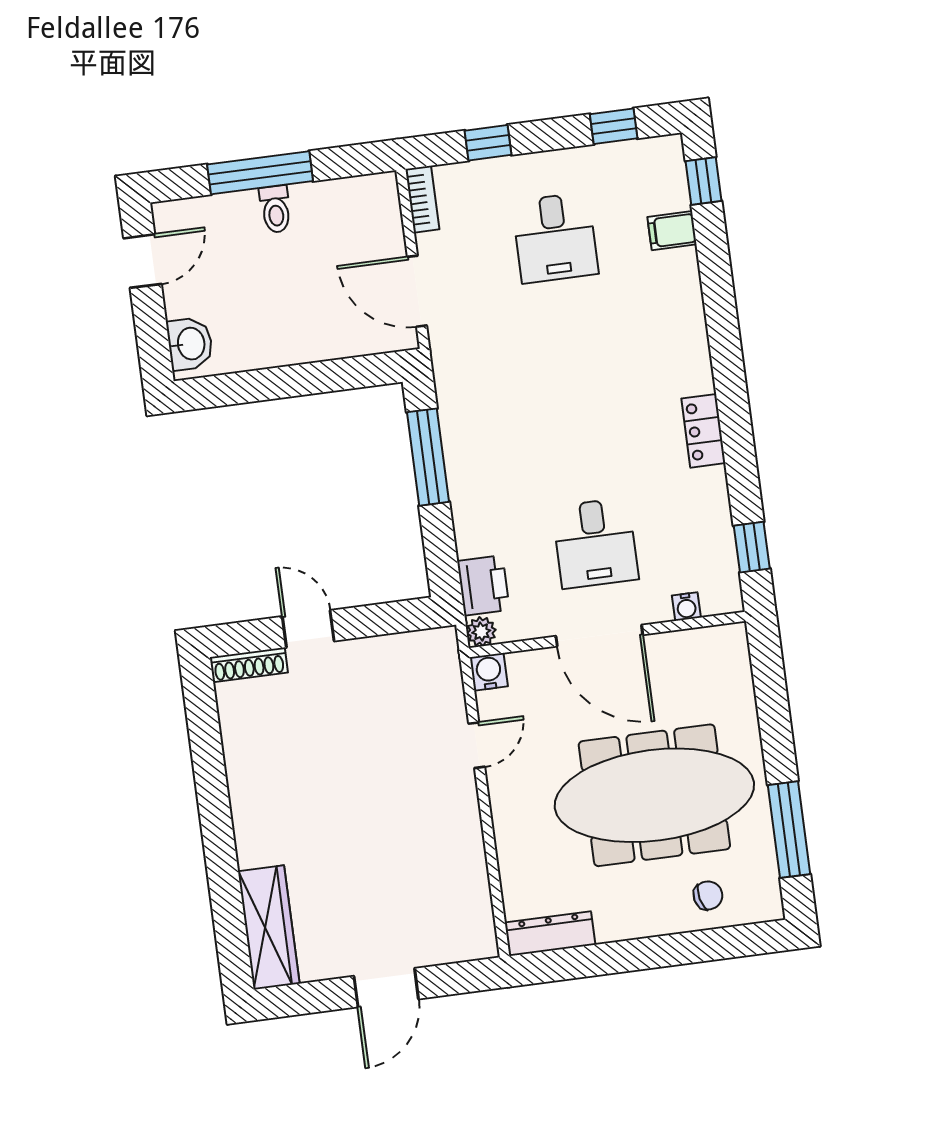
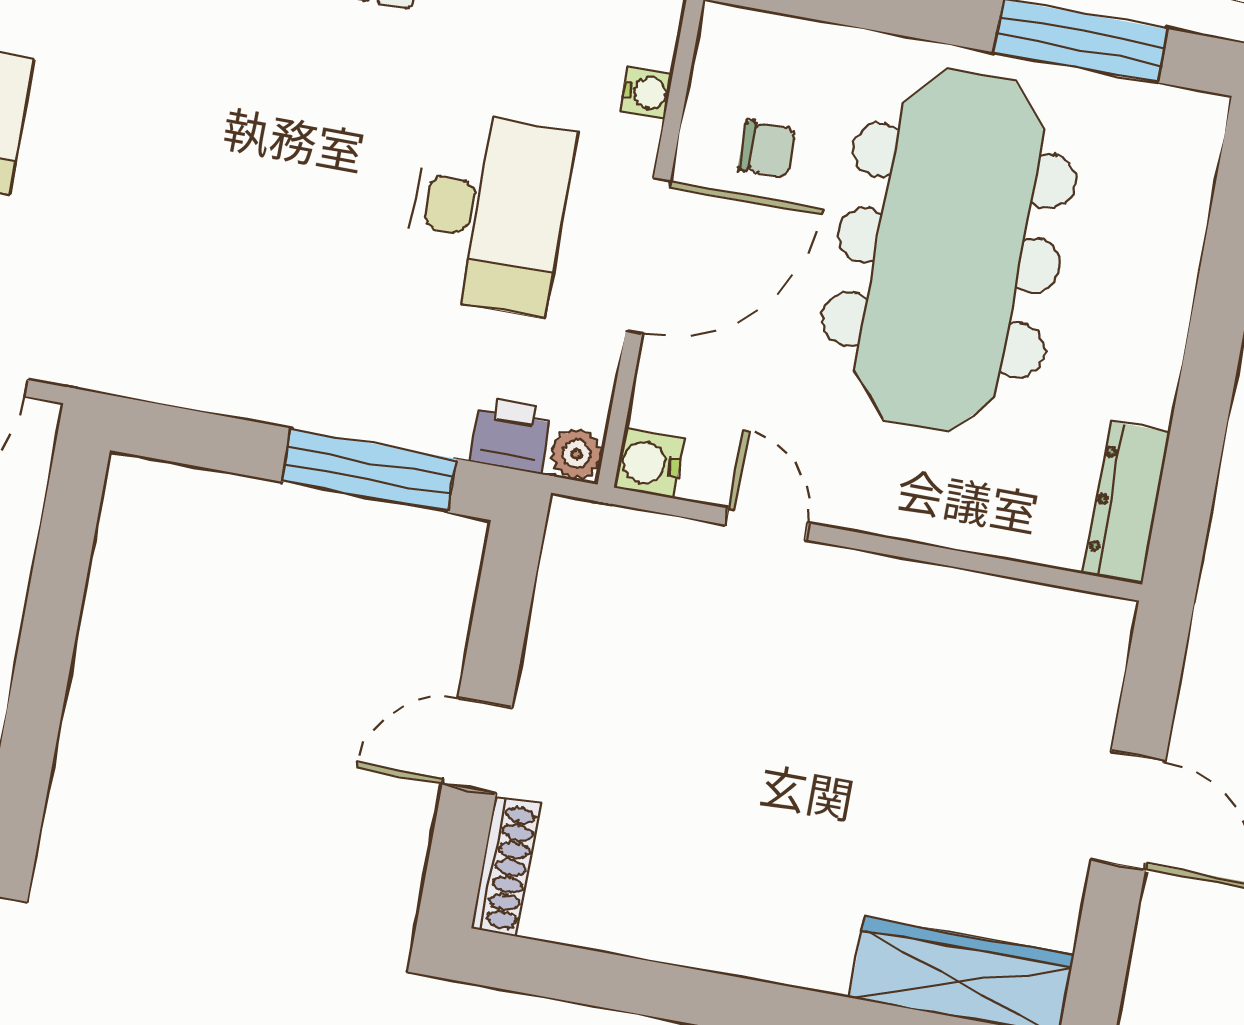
window: (428, 457) -> (369, 470), moved
desk: (595, 543) -> (489, 212), width x1.37
printer: (483, 585) -> (511, 435), width x0.73, depth x0.81
chair: (708, 895) -> (767, 149), moved, turned 103

